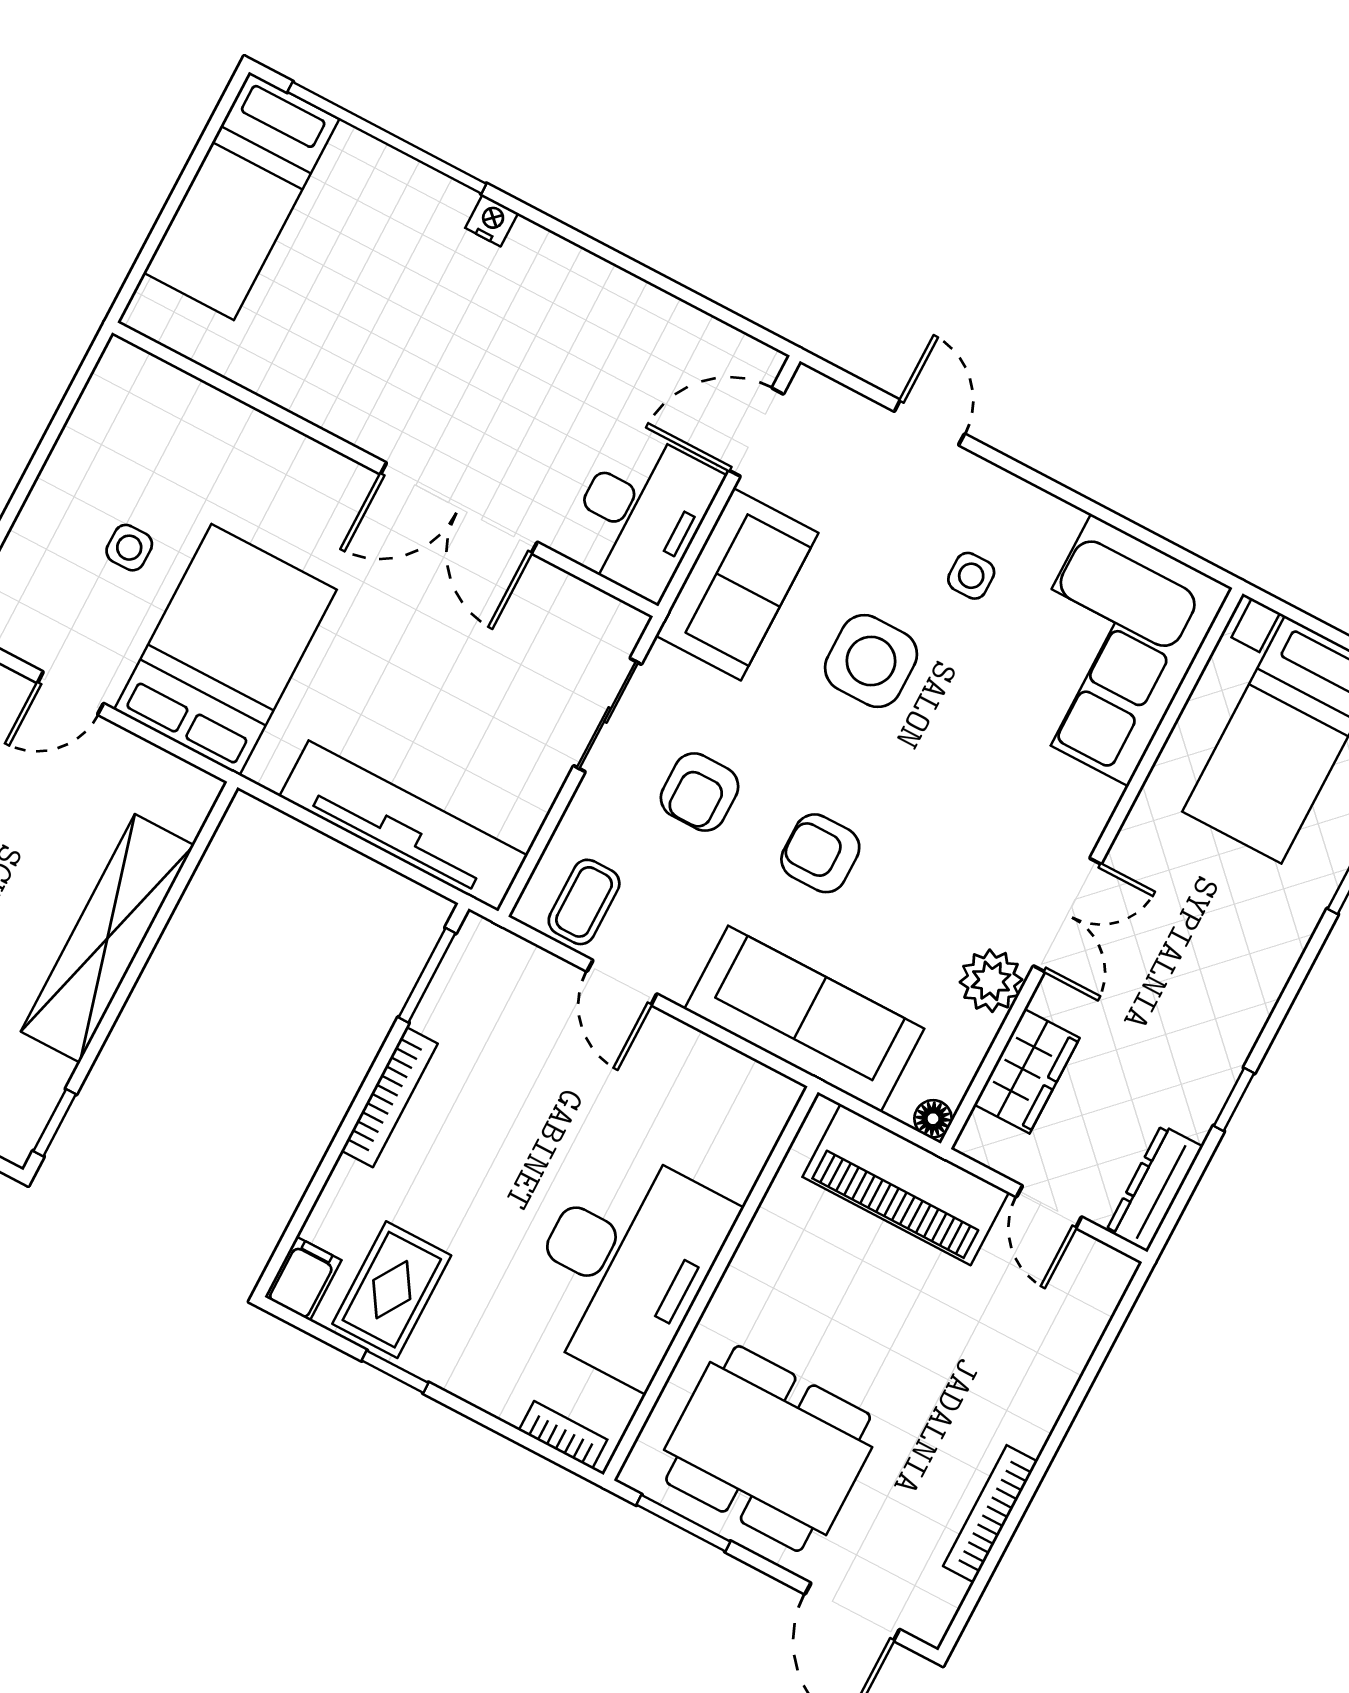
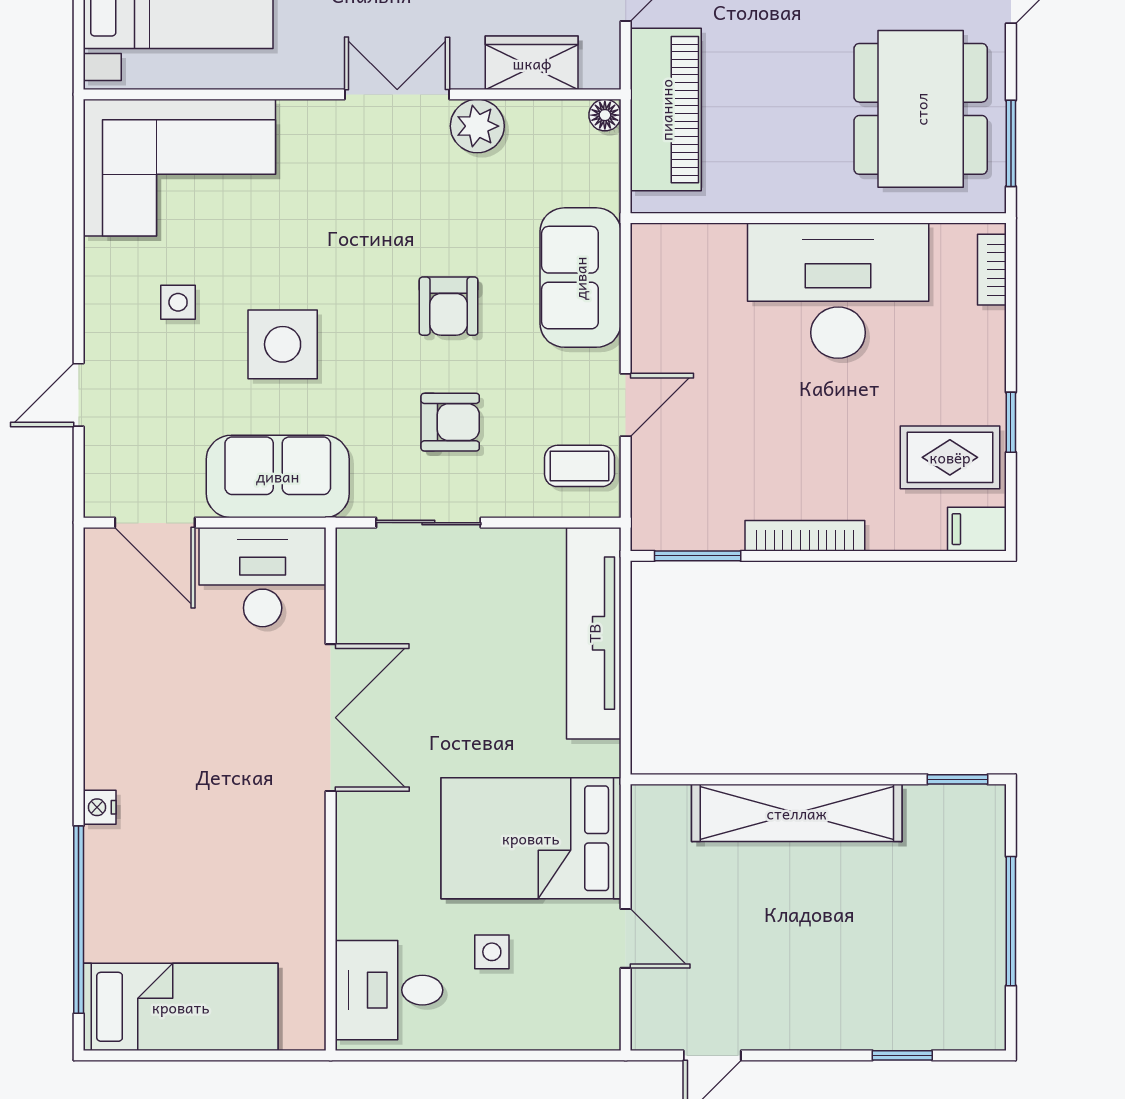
desk: (145, 421) -> (389, 990), added
sofa: (804, 1019) -> (580, 278), width x0.73

